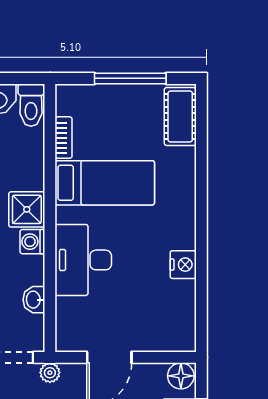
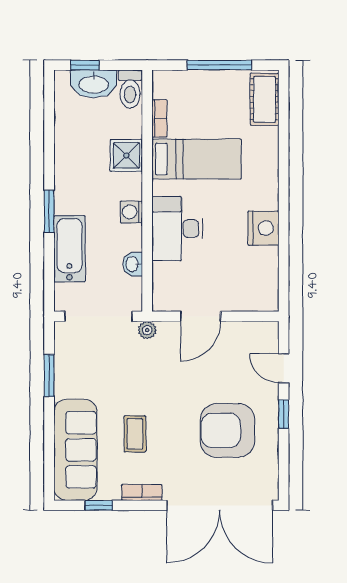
shower: (27, 209) -> (126, 155), moved
nightstand: (183, 265) -> (263, 228), width x1.36, depth x1.33
floor lamp: (181, 376) -> (265, 333), removed

